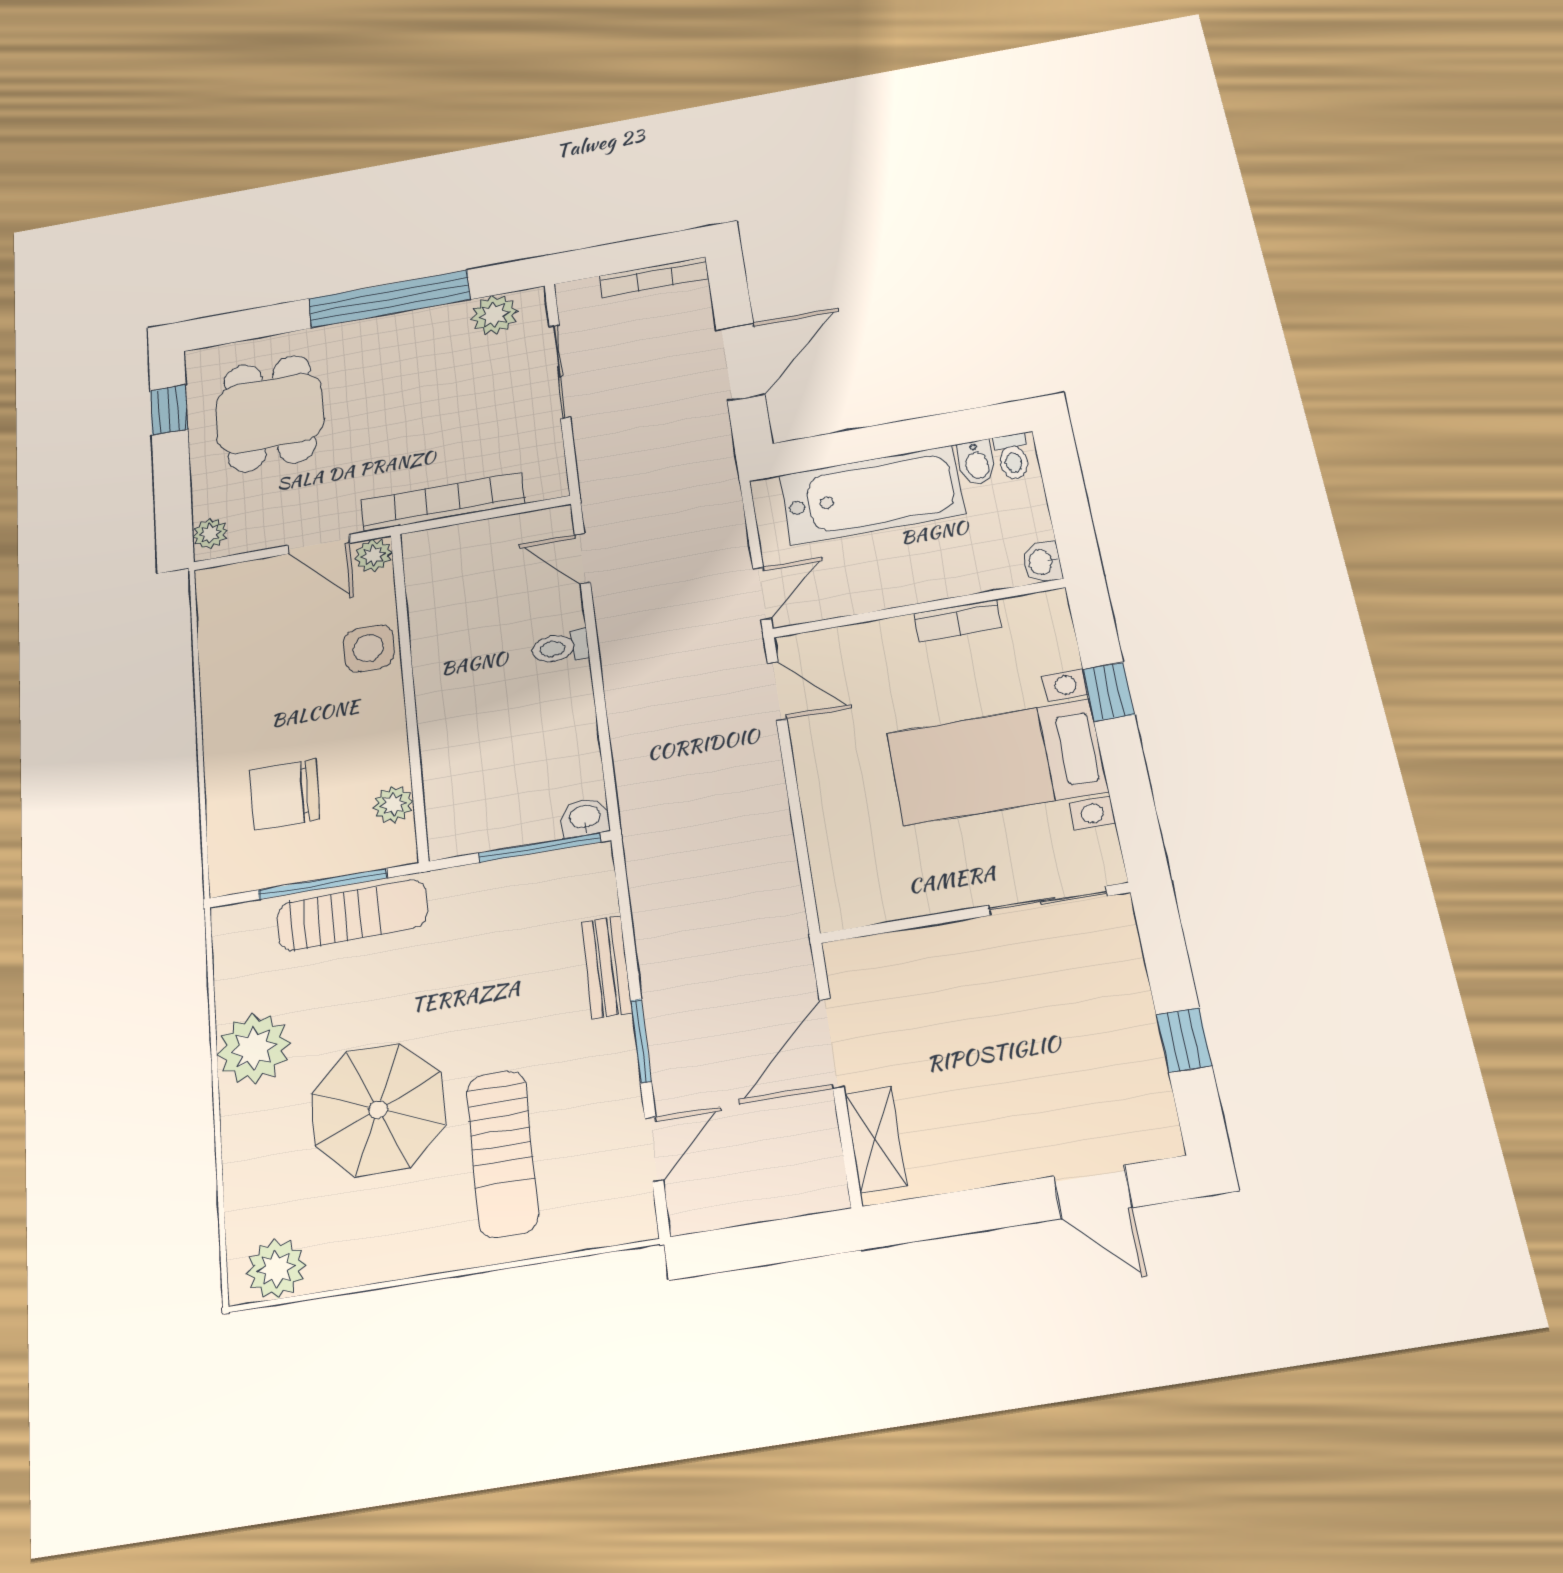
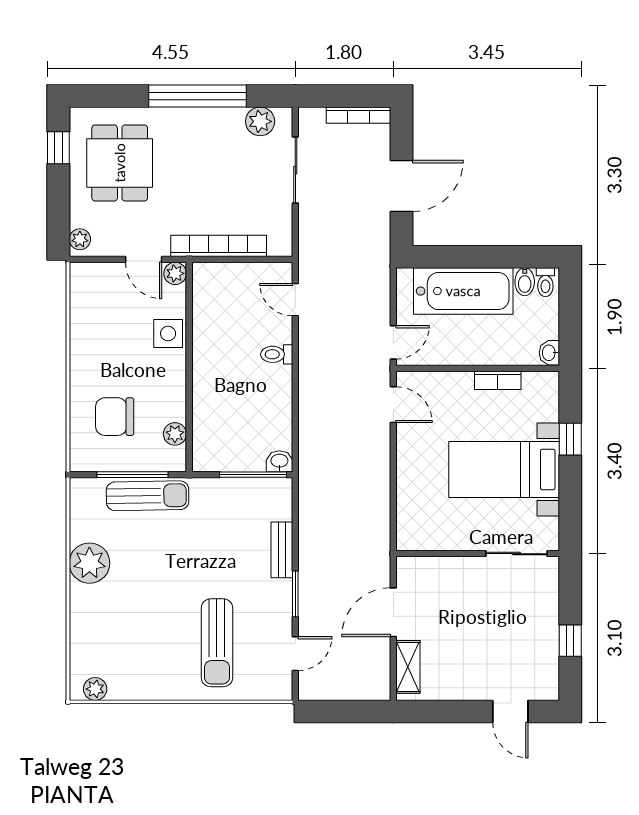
parasol: (378, 1109) -> (154, 608), removed
plant: (276, 1269) -> (95, 689), width x0.73, depth x0.73

